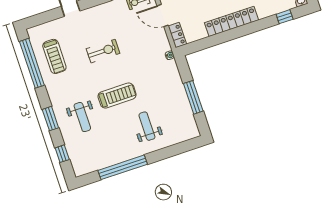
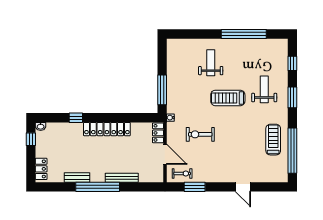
window: (285, 17) -> (76, 118), moved
exercise bike: (103, 51) -> (200, 134), moved
treadmill: (54, 56) -> (273, 140), moved
window: (193, 97) -> (162, 90), moved
weight bench: (147, 126) -> (211, 63), turned 180

